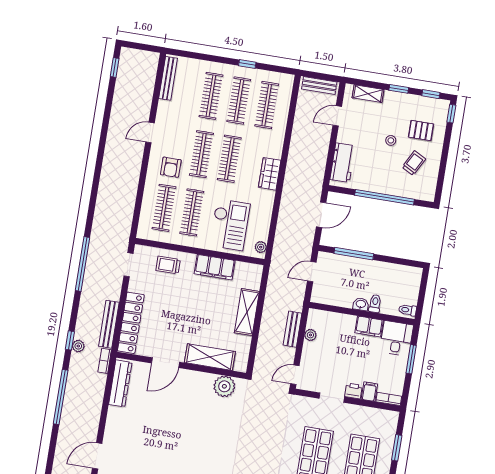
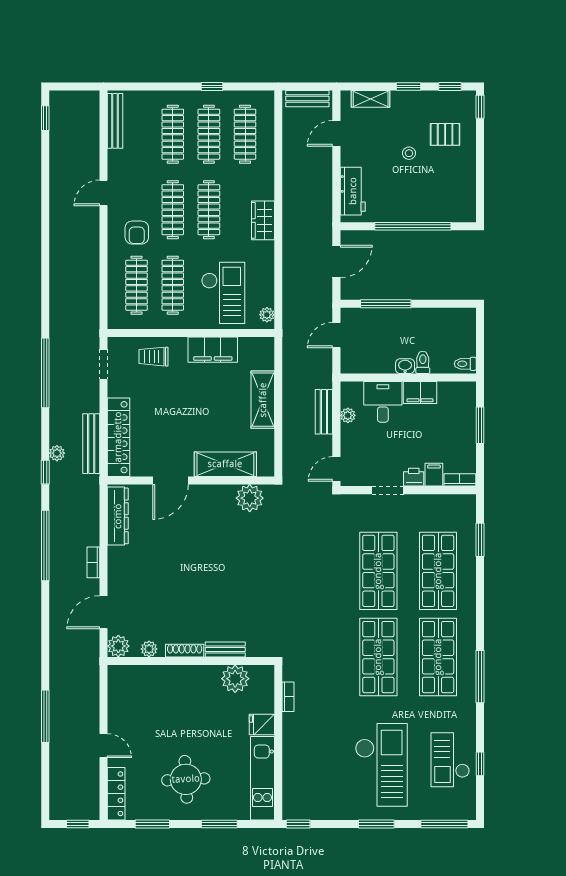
trolley: (414, 163) -> (443, 177), removed
desk: (397, 338) -> (383, 402), moved
plant: (78, 346) -> (57, 453), moved
bookcase: (105, 361) -> (93, 562), moved

